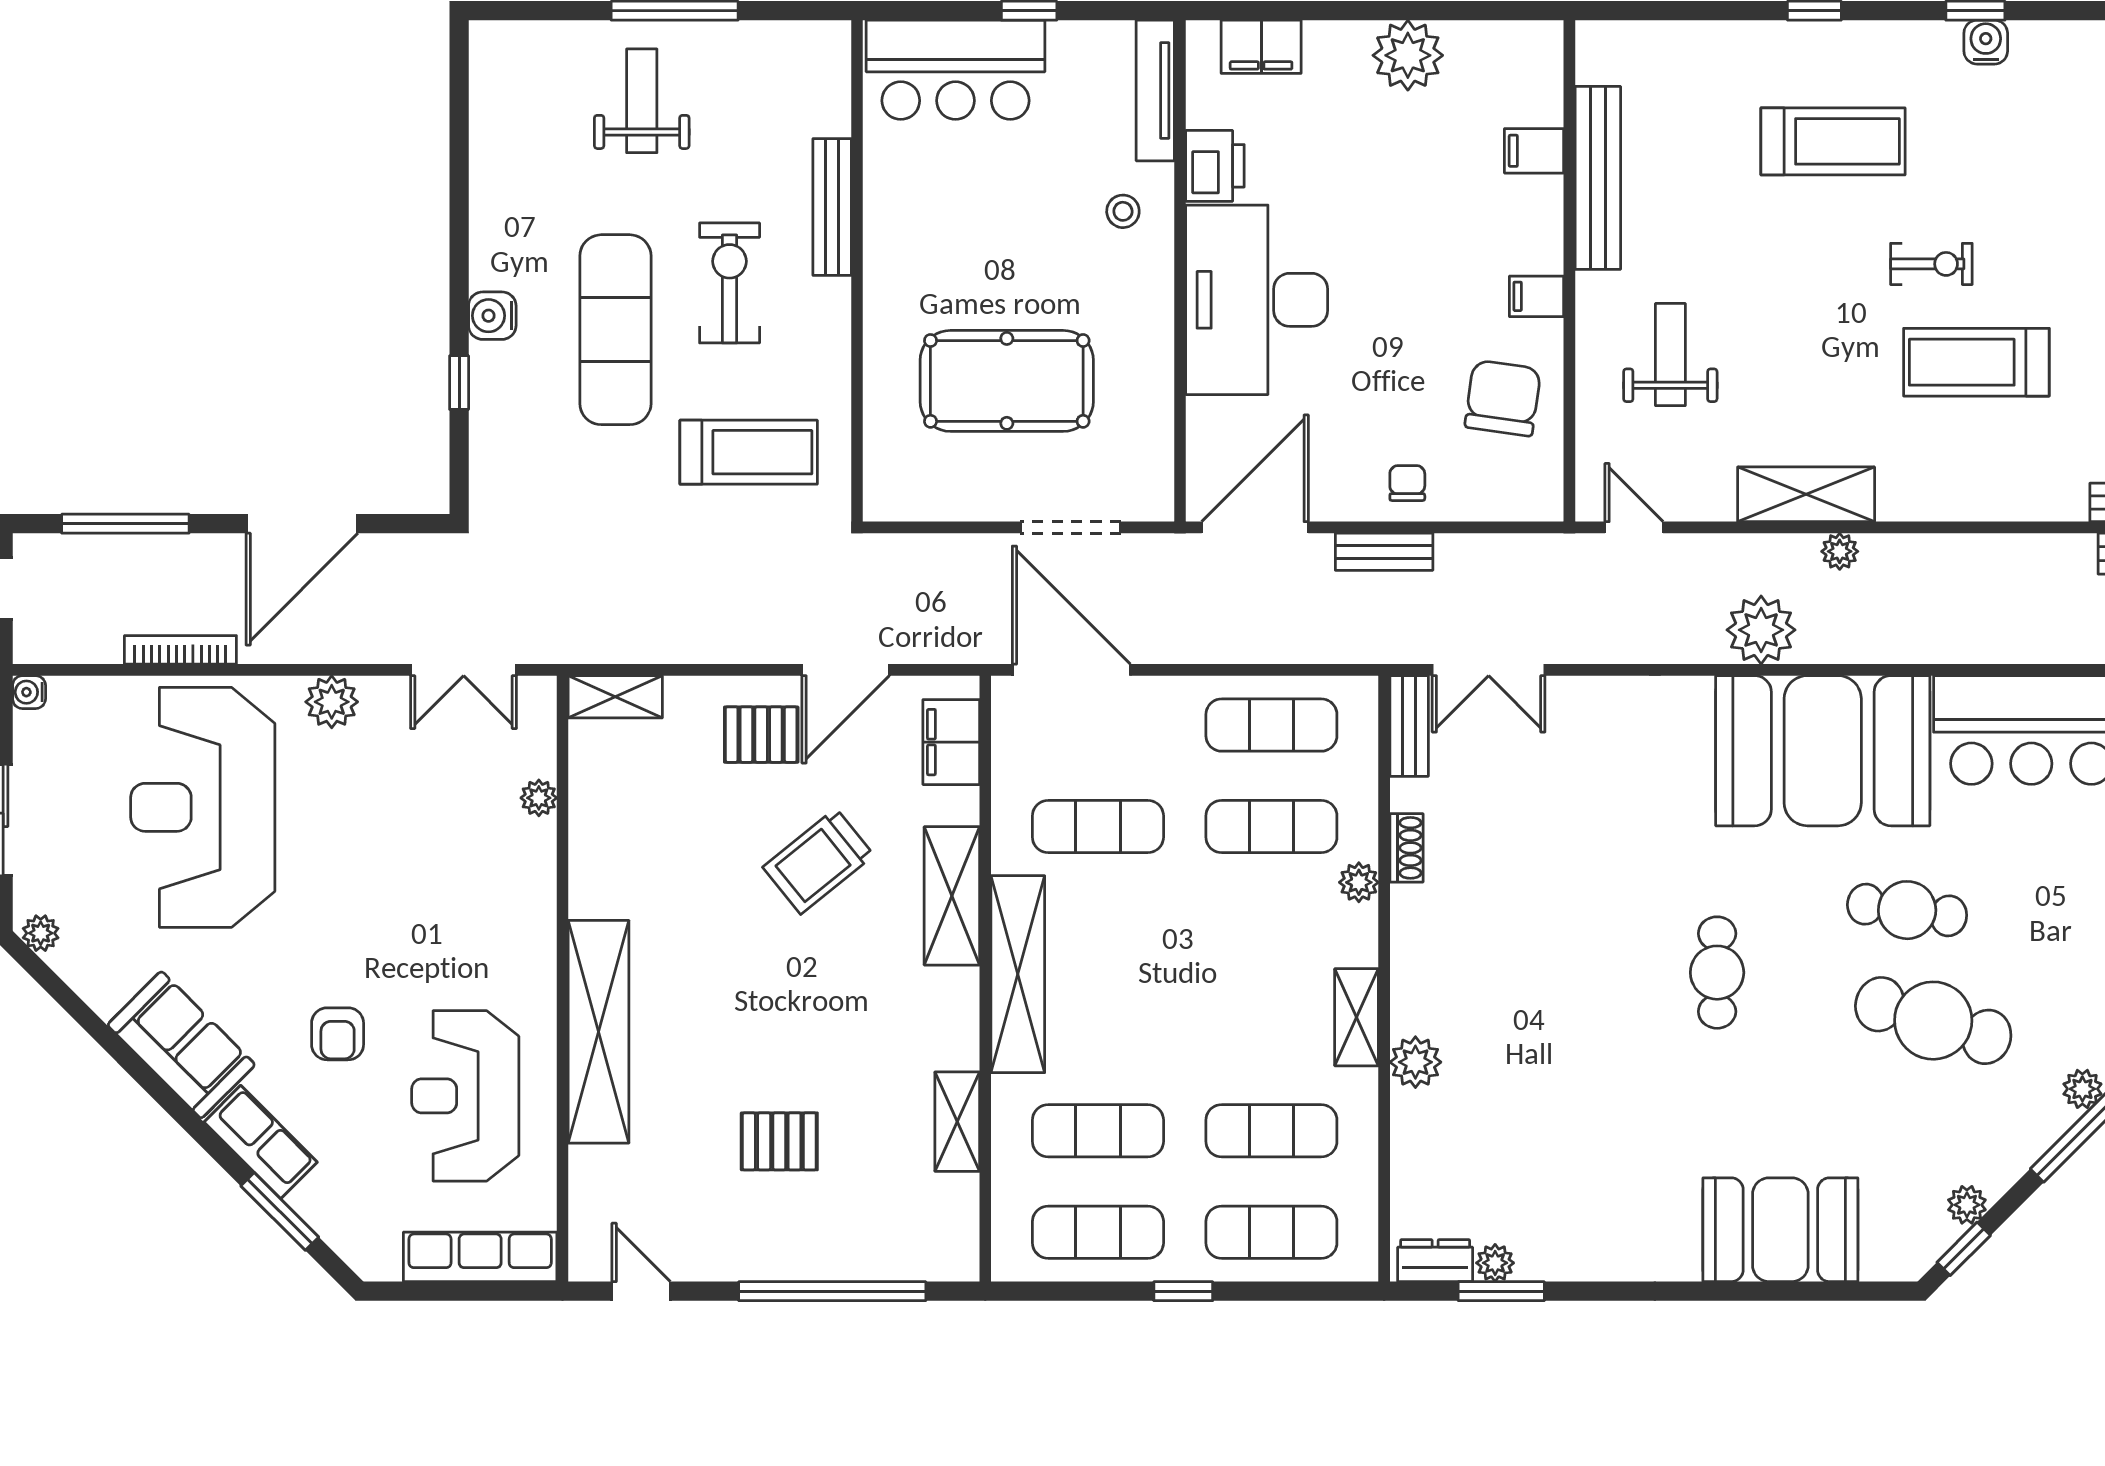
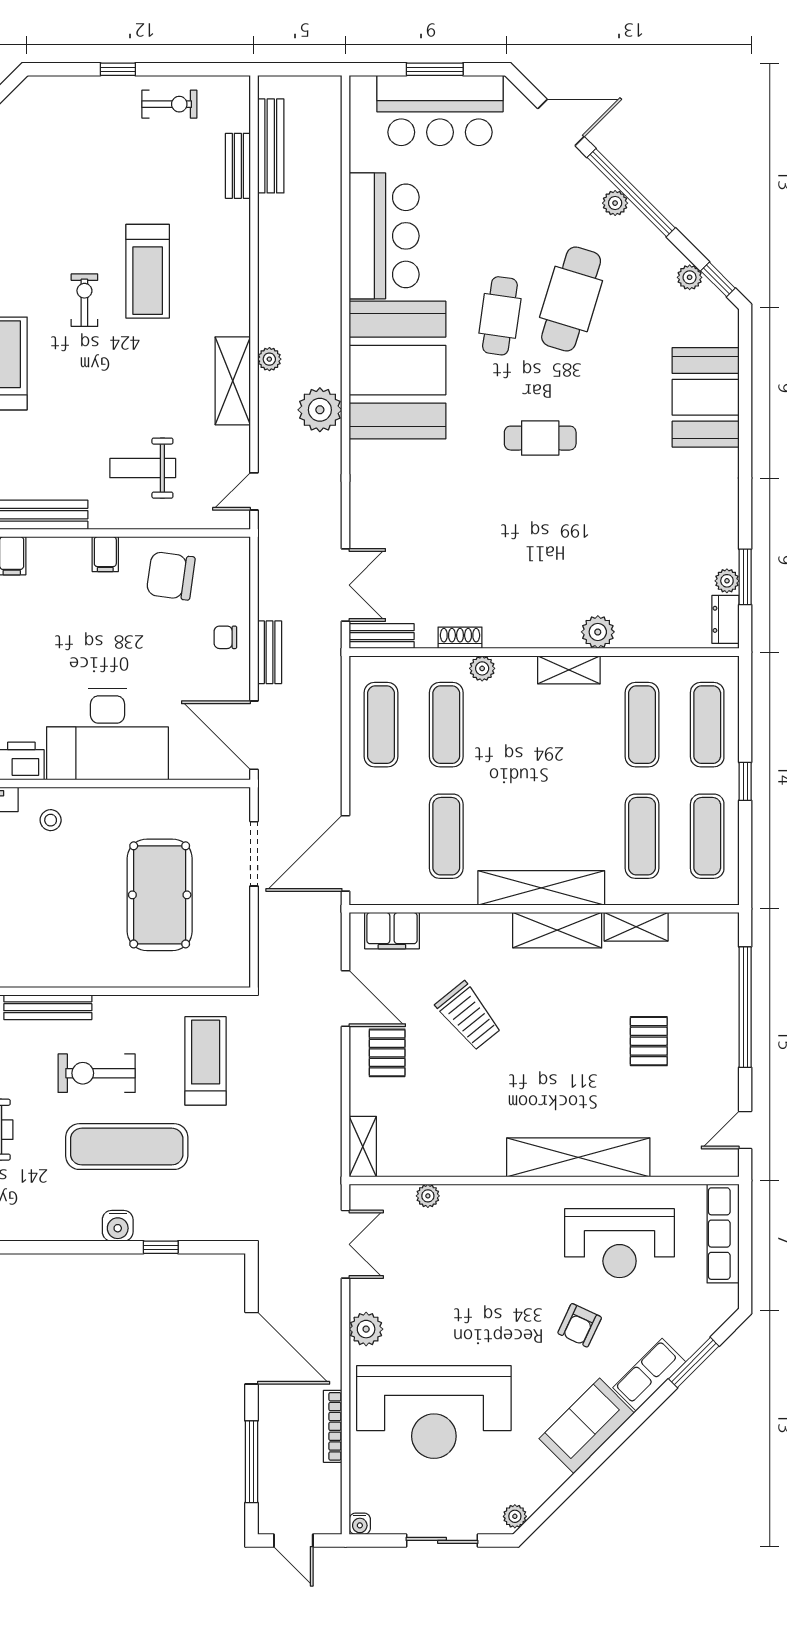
shelving: (952, 896) -> (557, 930), moved
armchair: (338, 1034) -> (580, 1325), turned 115

